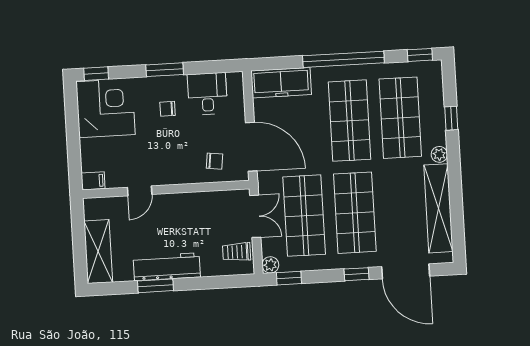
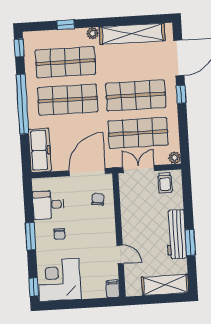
window: (289, 278) -> (184, 144), removed

